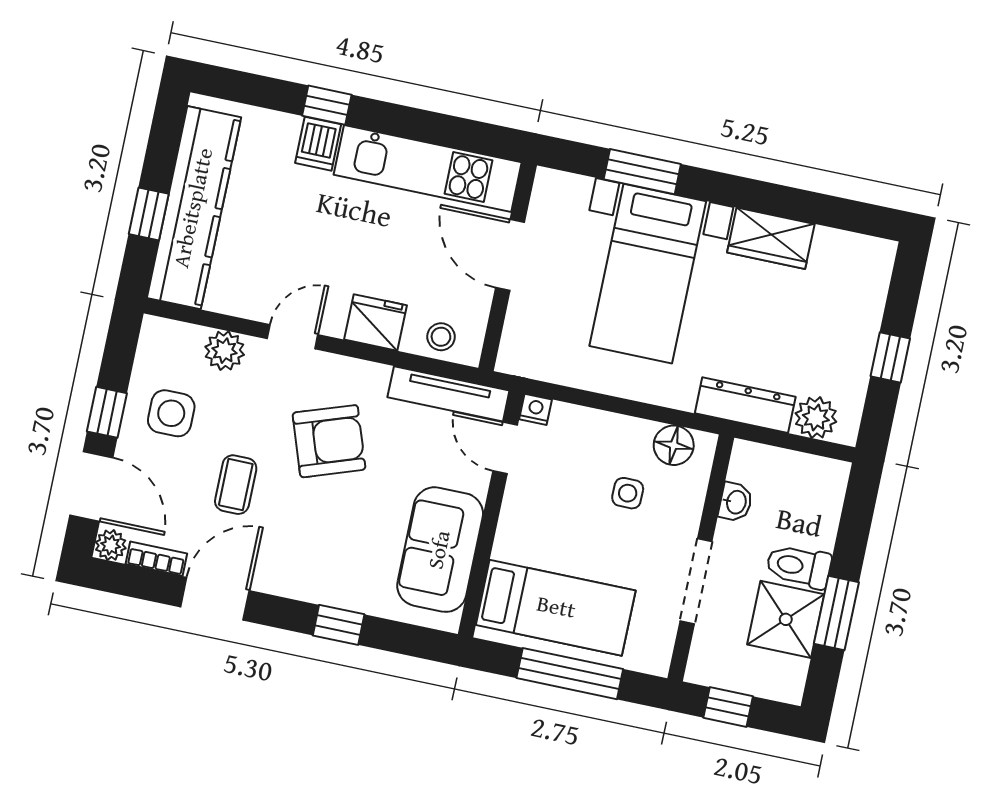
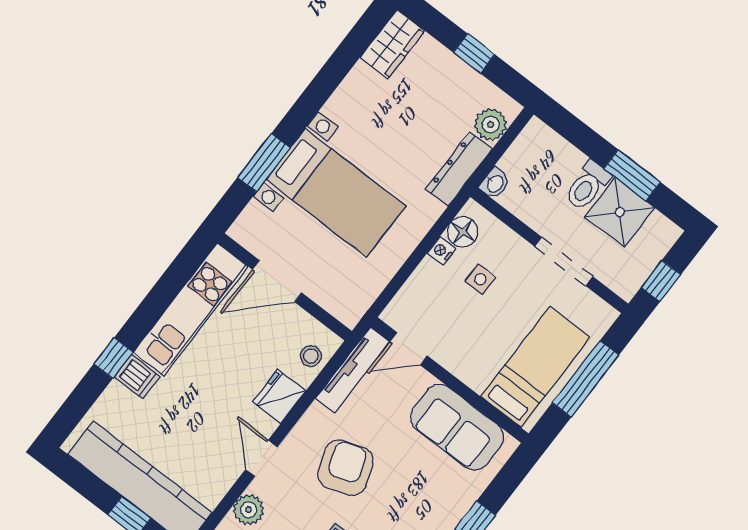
wardrobe: (771, 238) -> (392, 44), moved
nightstand: (536, 409) -> (441, 251), moved
washbasin: (736, 502) -> (495, 183), moved, turned 90

